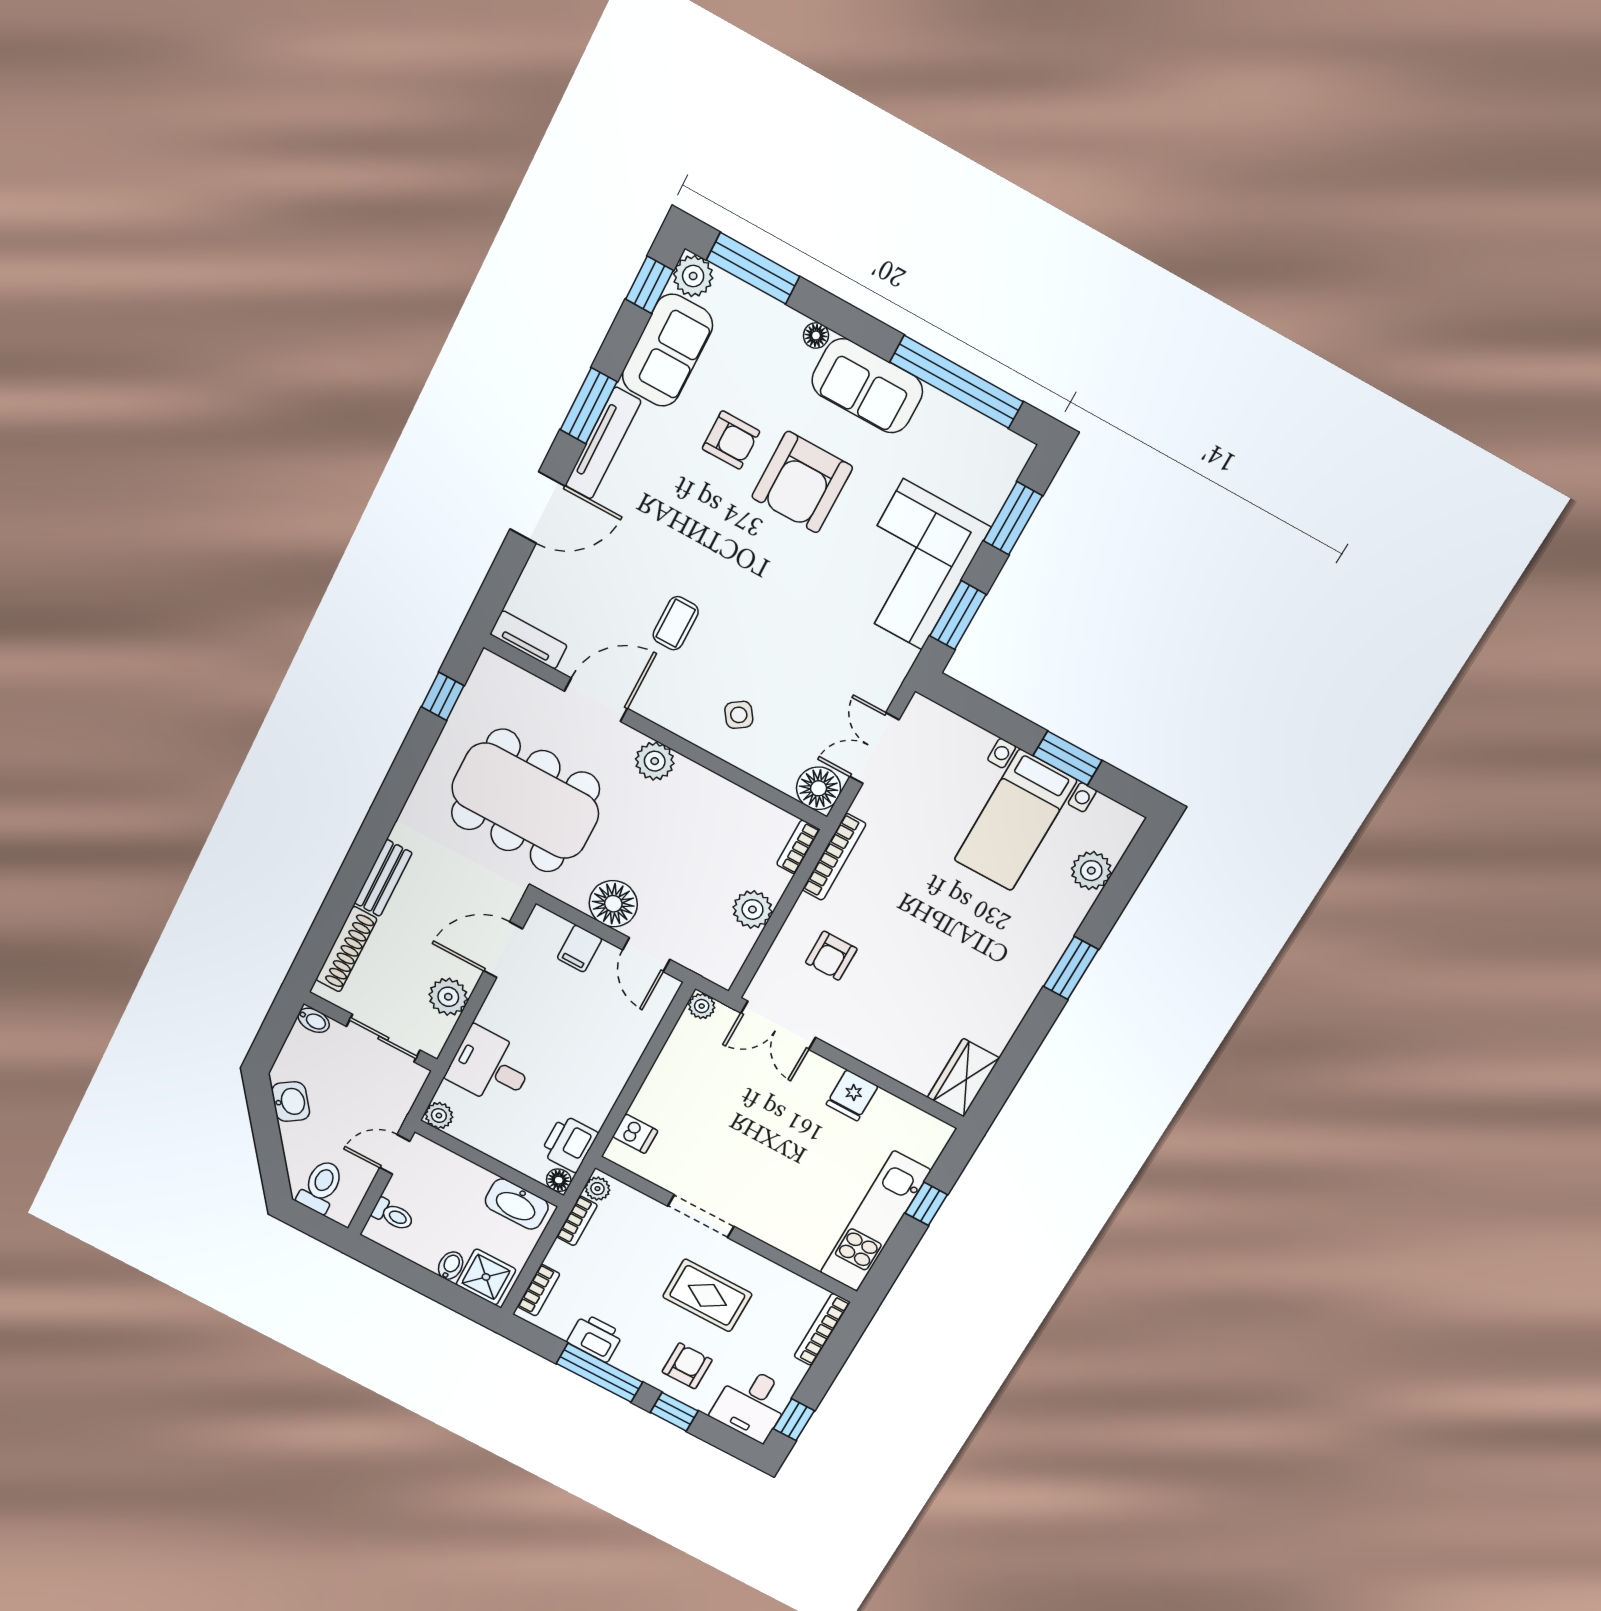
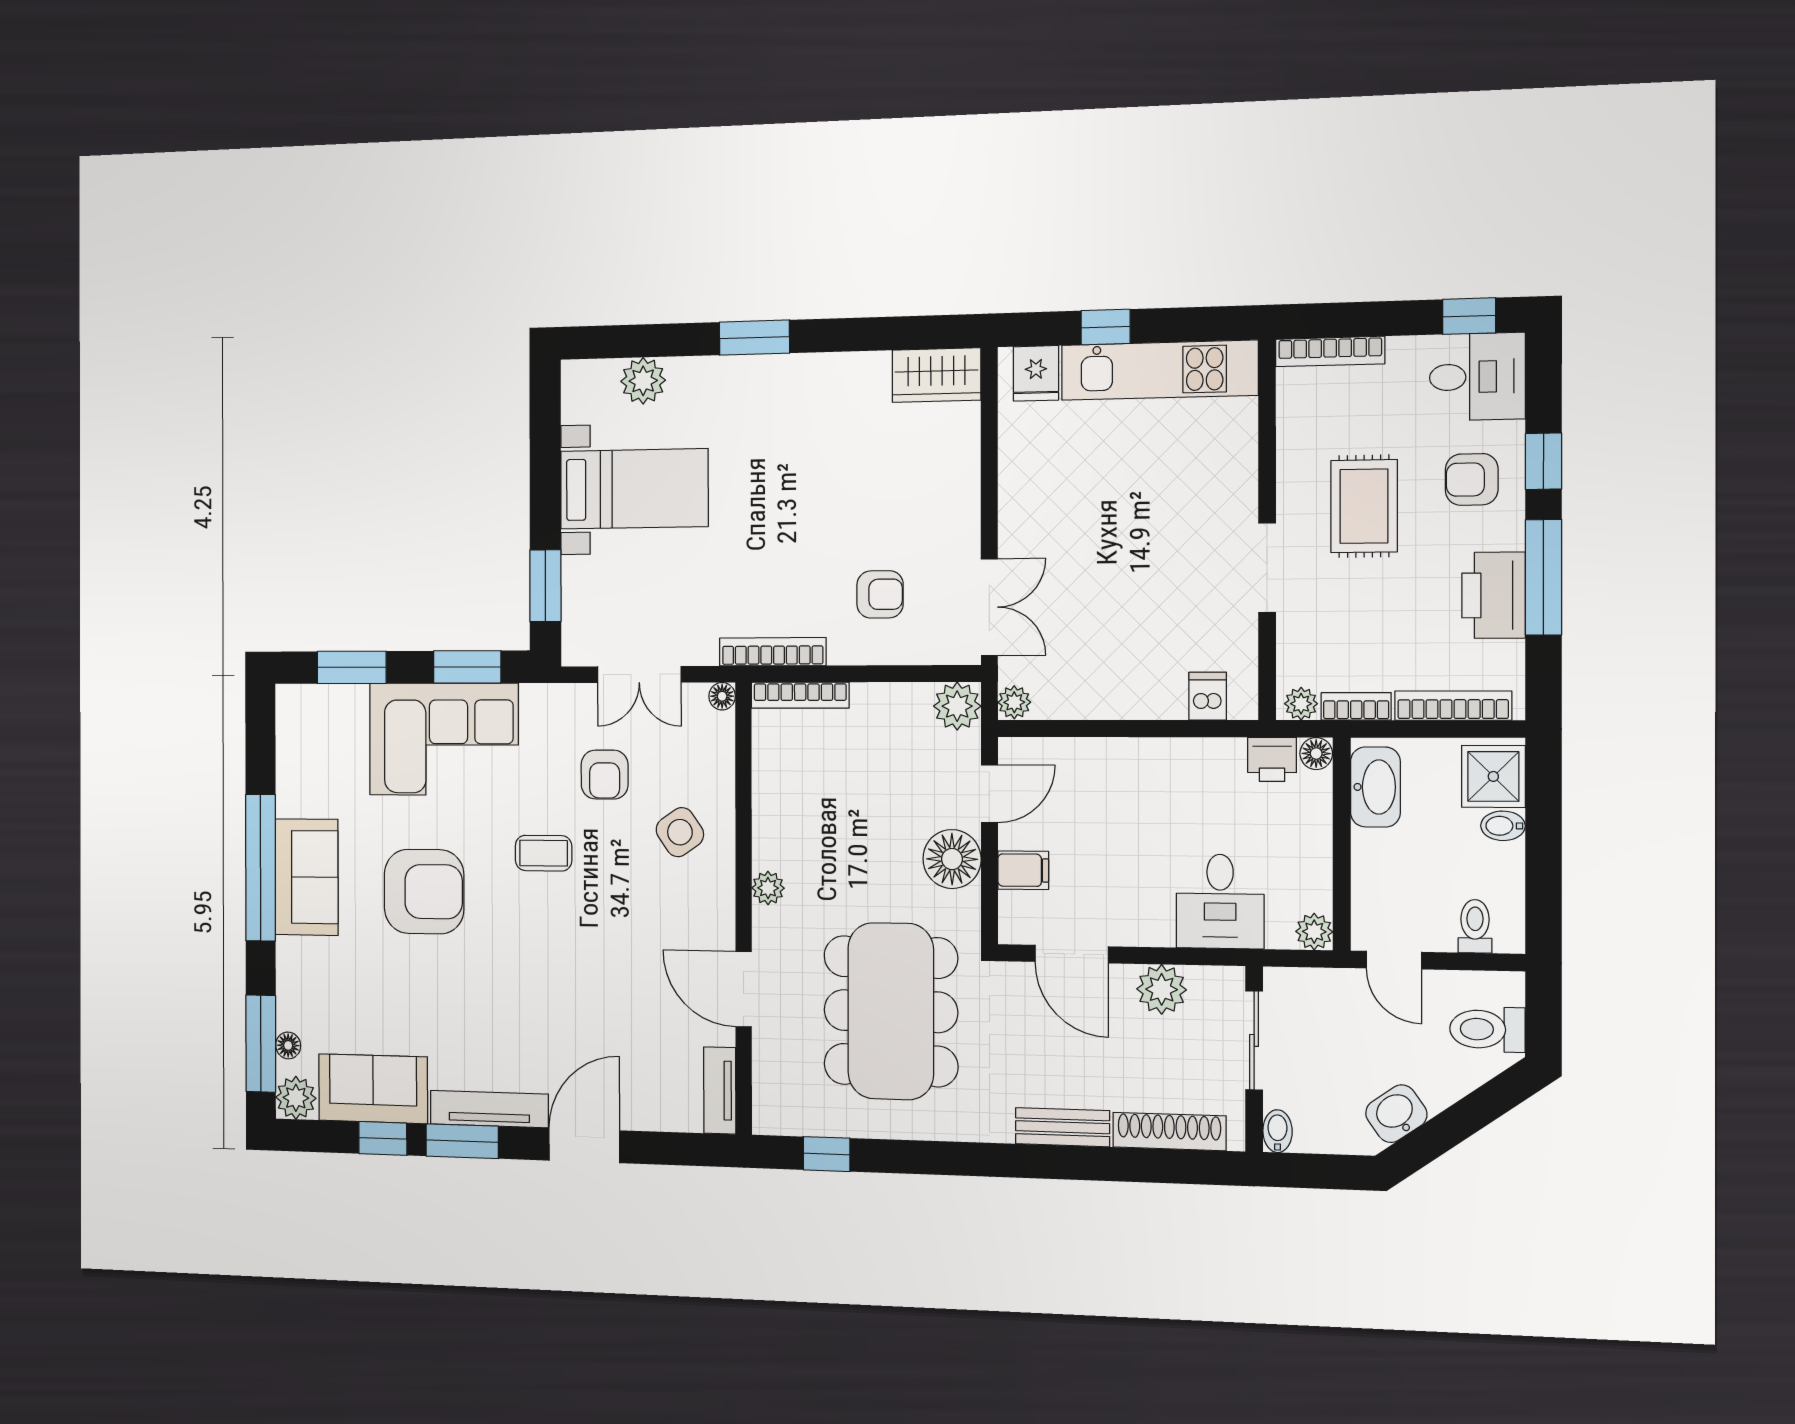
window: (649, 285) -> (383, 1138), moved
floor lamp: (816, 335) -> (288, 1045), moved
window: (957, 382) -> (260, 868), moved
armchair: (731, 440) -> (605, 775), moved, turned 180
door: (537, 508) -> (584, 1145), hinge flipped
coffee table: (676, 623) -> (544, 853), moved
side table: (739, 715) -> (680, 832), width x1.37, depth x1.37
window: (1068, 758) -> (545, 586), moved
plant: (655, 761) -> (768, 888), width x0.73, depth x0.73
floor lamp: (819, 788) -> (722, 696), width x0.53, depth x0.53
bookcase: (798, 847) -> (800, 695), width x1.56
plant: (752, 909) -> (957, 706), moved
fridge: (852, 1095) -> (1036, 373), moved, turned 90
printer: (569, 1144) -> (1272, 759), width x0.73, depth x0.81
bookcase: (539, 1290) -> (1453, 706), width x1.56
printer: (595, 1338) -> (1493, 595), width x1.37, depth x1.19

